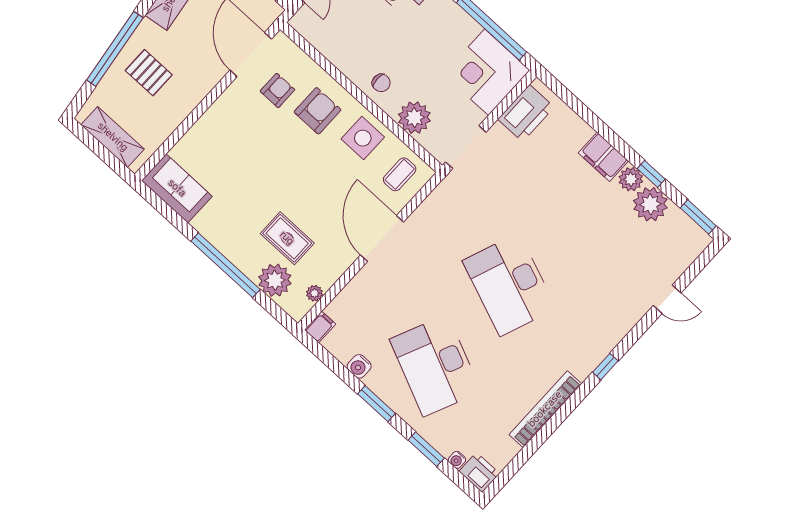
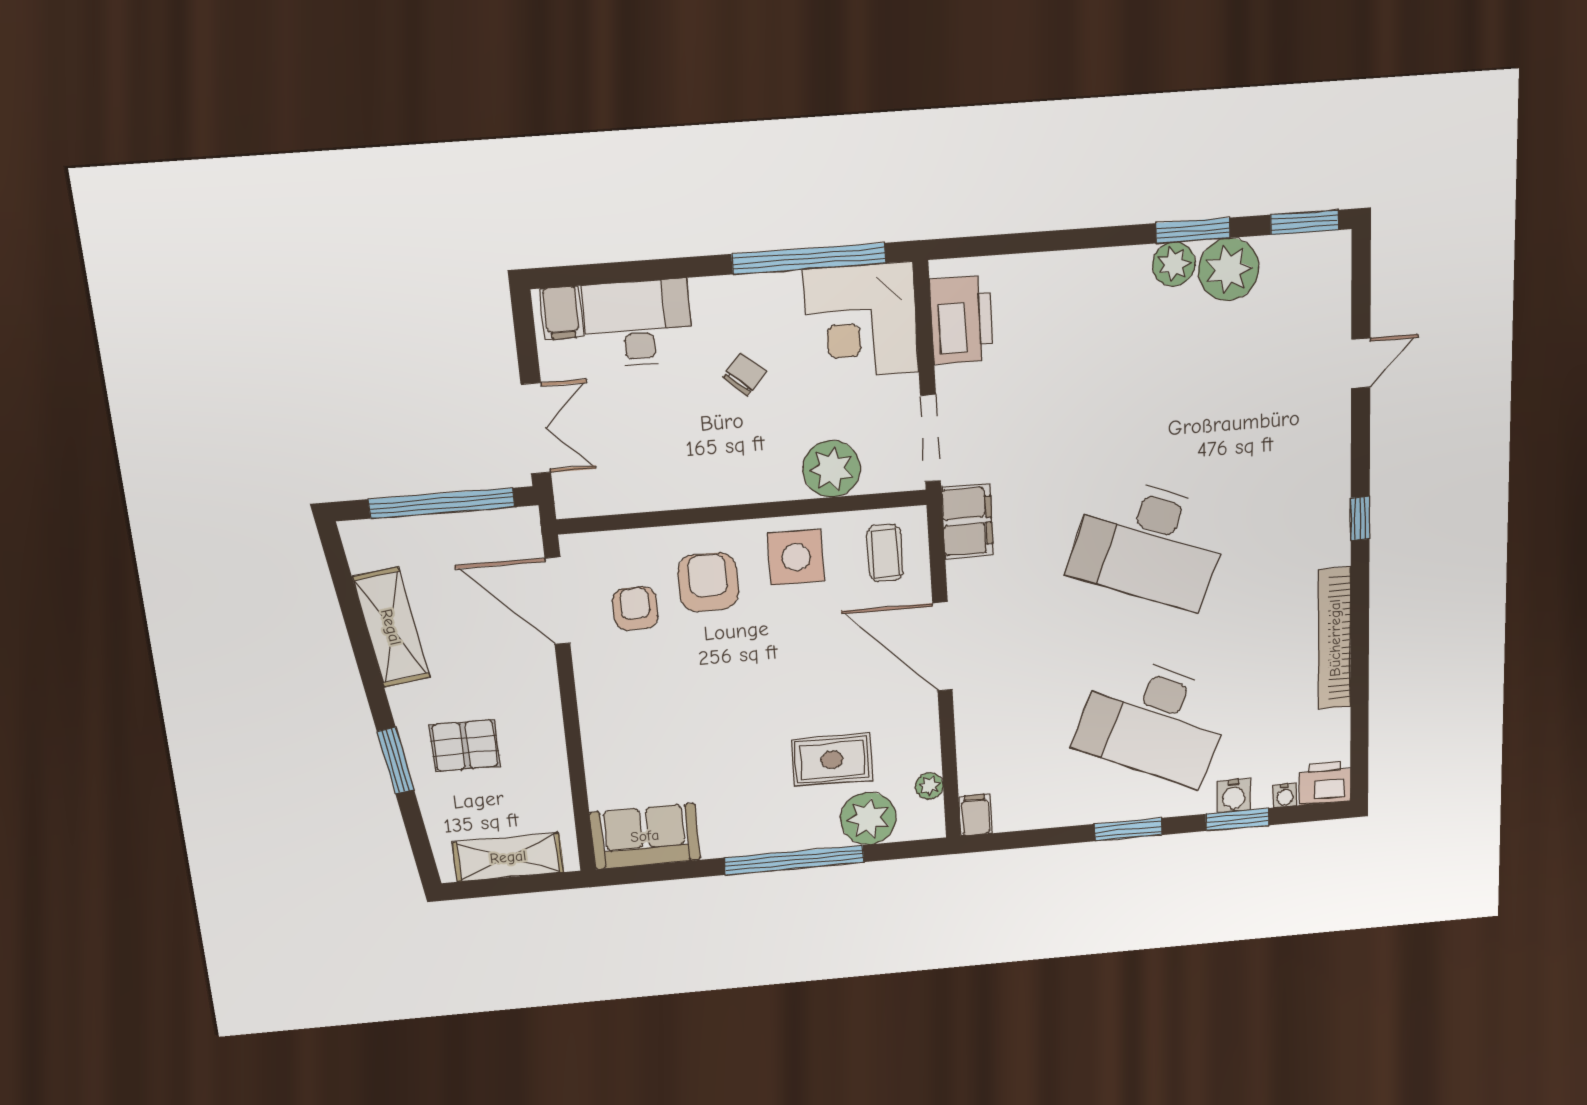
window: (115, 49) -> (396, 761), width x0.47
chair: (381, 83) -> (744, 374), moved, turned -49
filing cabinet: (603, 157) -> (967, 521), moved, turned -90
window: (651, 174) -> (1193, 231), width x1.50
water cooler: (359, 366) -> (1234, 796), moved

